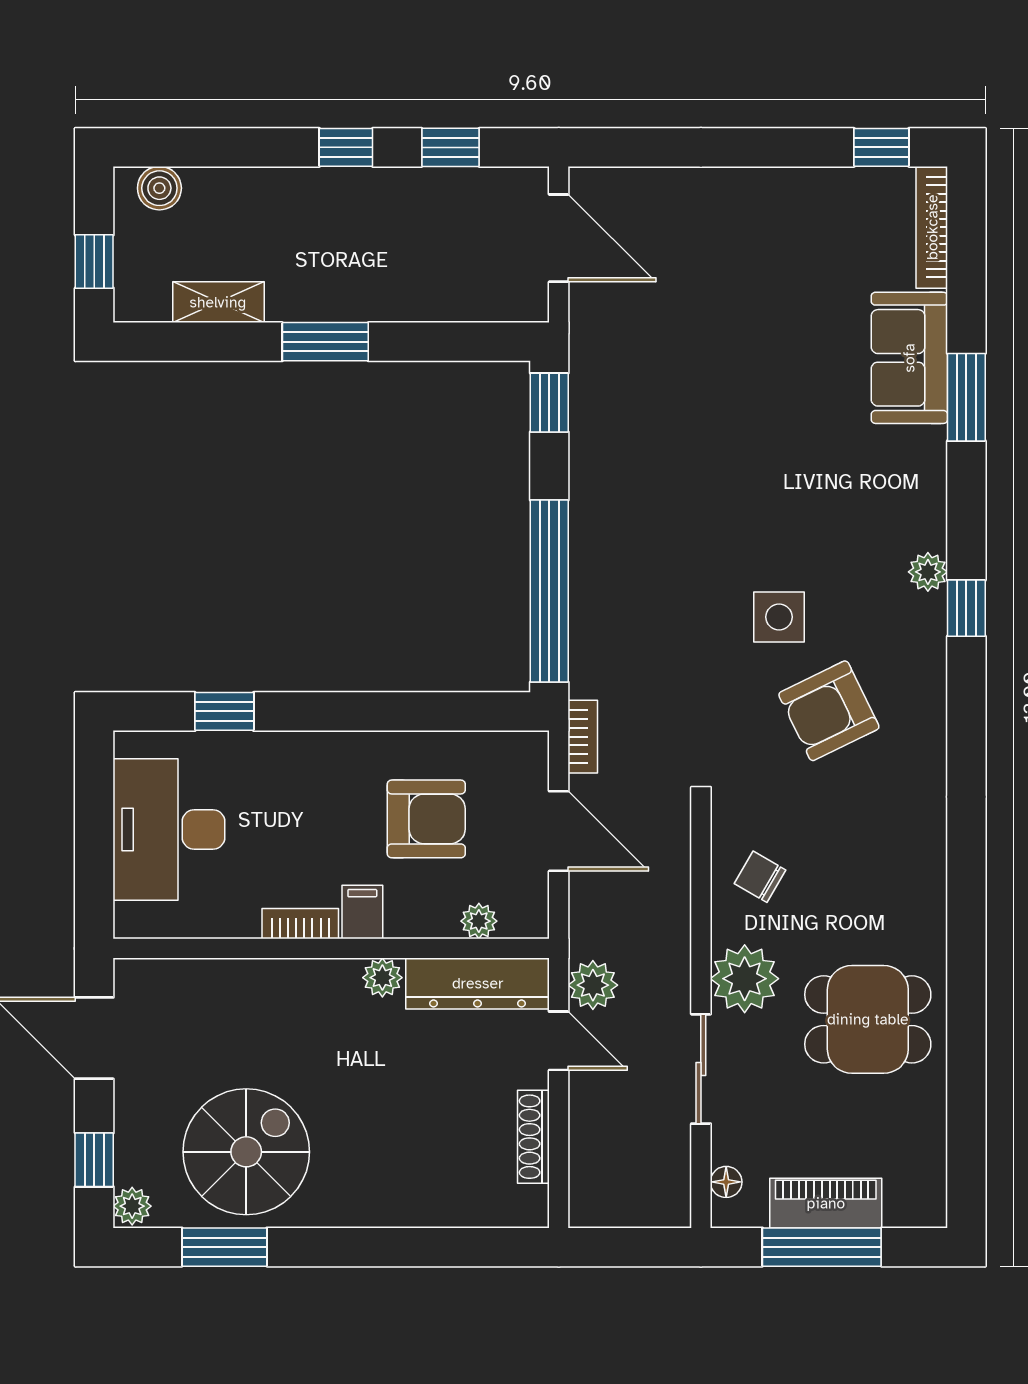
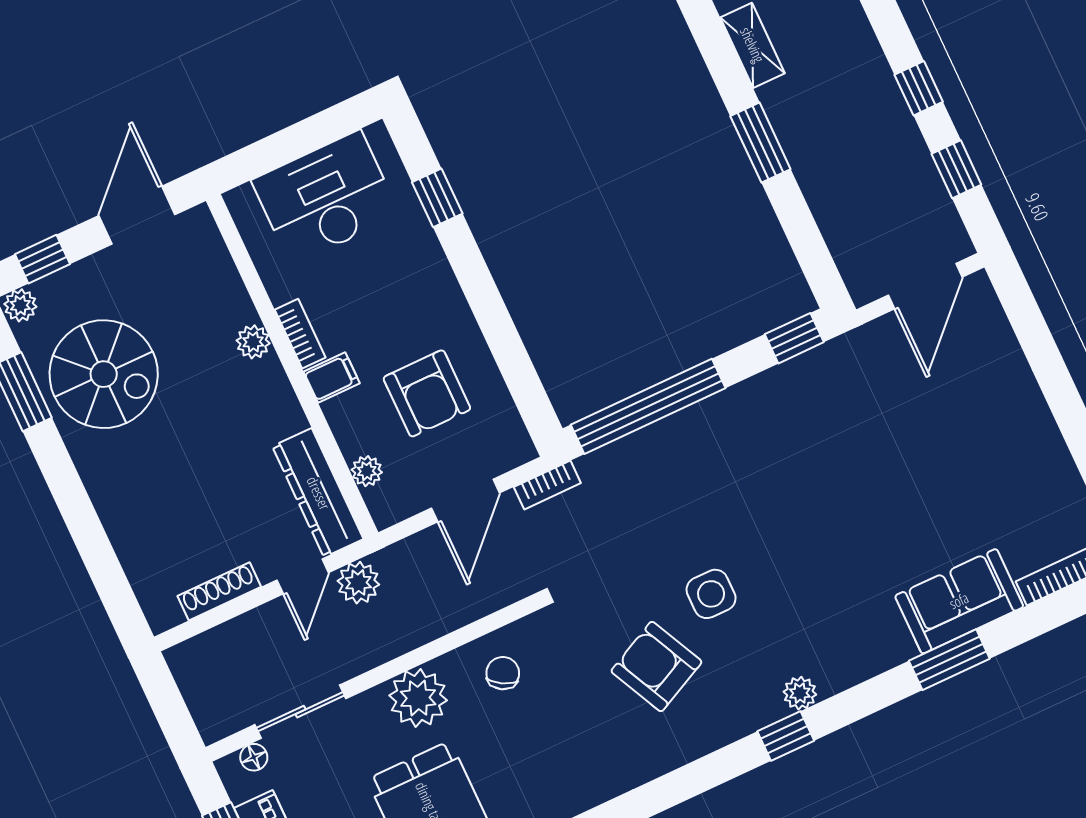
plant: (382, 978) -> (253, 342), moved
sliding door: (701, 1069) -> (300, 712), moved

